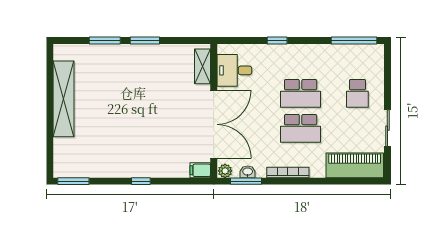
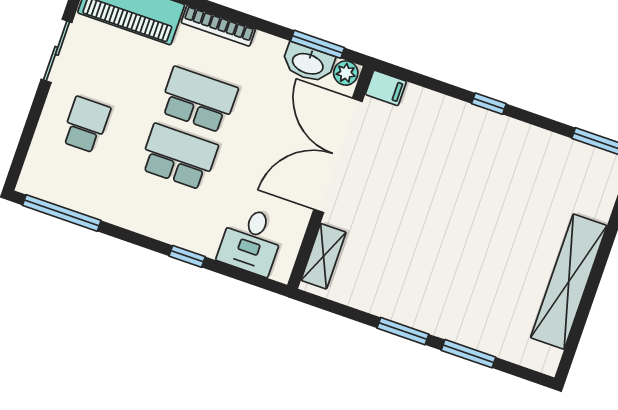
desk: (234, 70) -> (251, 241), moved, turned 90
washbasin: (248, 172) -> (308, 63), width x1.91, depth x1.45
bookcase: (288, 172) -> (218, 26), moved

